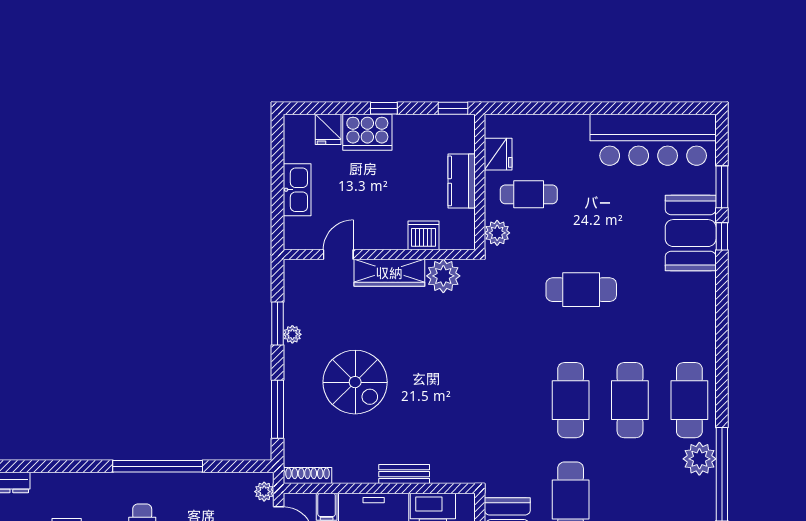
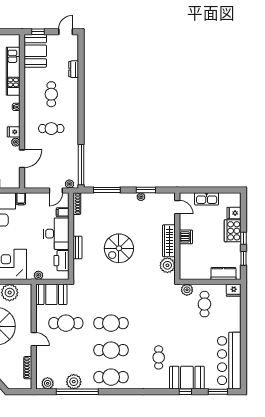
window: (453, 108) -> (244, 258), moved
fridge: (498, 154) -> (234, 290), moved
kitchen counter: (462, 181) -> (223, 274), moved
window: (722, 187) -> (218, 392), moved
dishwasher: (424, 235) -> (186, 237), moved
door: (338, 254) -> (177, 207), moved
cafe table: (581, 290) -> (159, 357), moved, width x0.73, depth x0.74
spiral stairs: (355, 382) -> (119, 248), moved
plant: (699, 459) -> (74, 382), moved
window: (158, 466) -> (81, 165), moved

